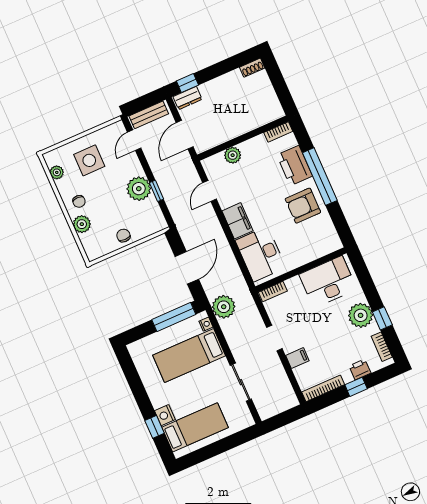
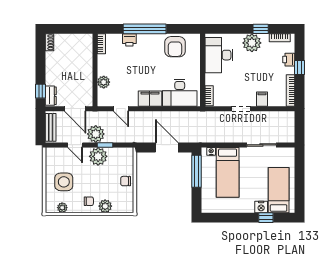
door: (134, 140) -> (75, 145), moved
printer: (295, 166) -> (129, 40), width x0.53, depth x0.68
armchair: (303, 206) -> (175, 47), moved
plant: (224, 307) -> (96, 134), moved

